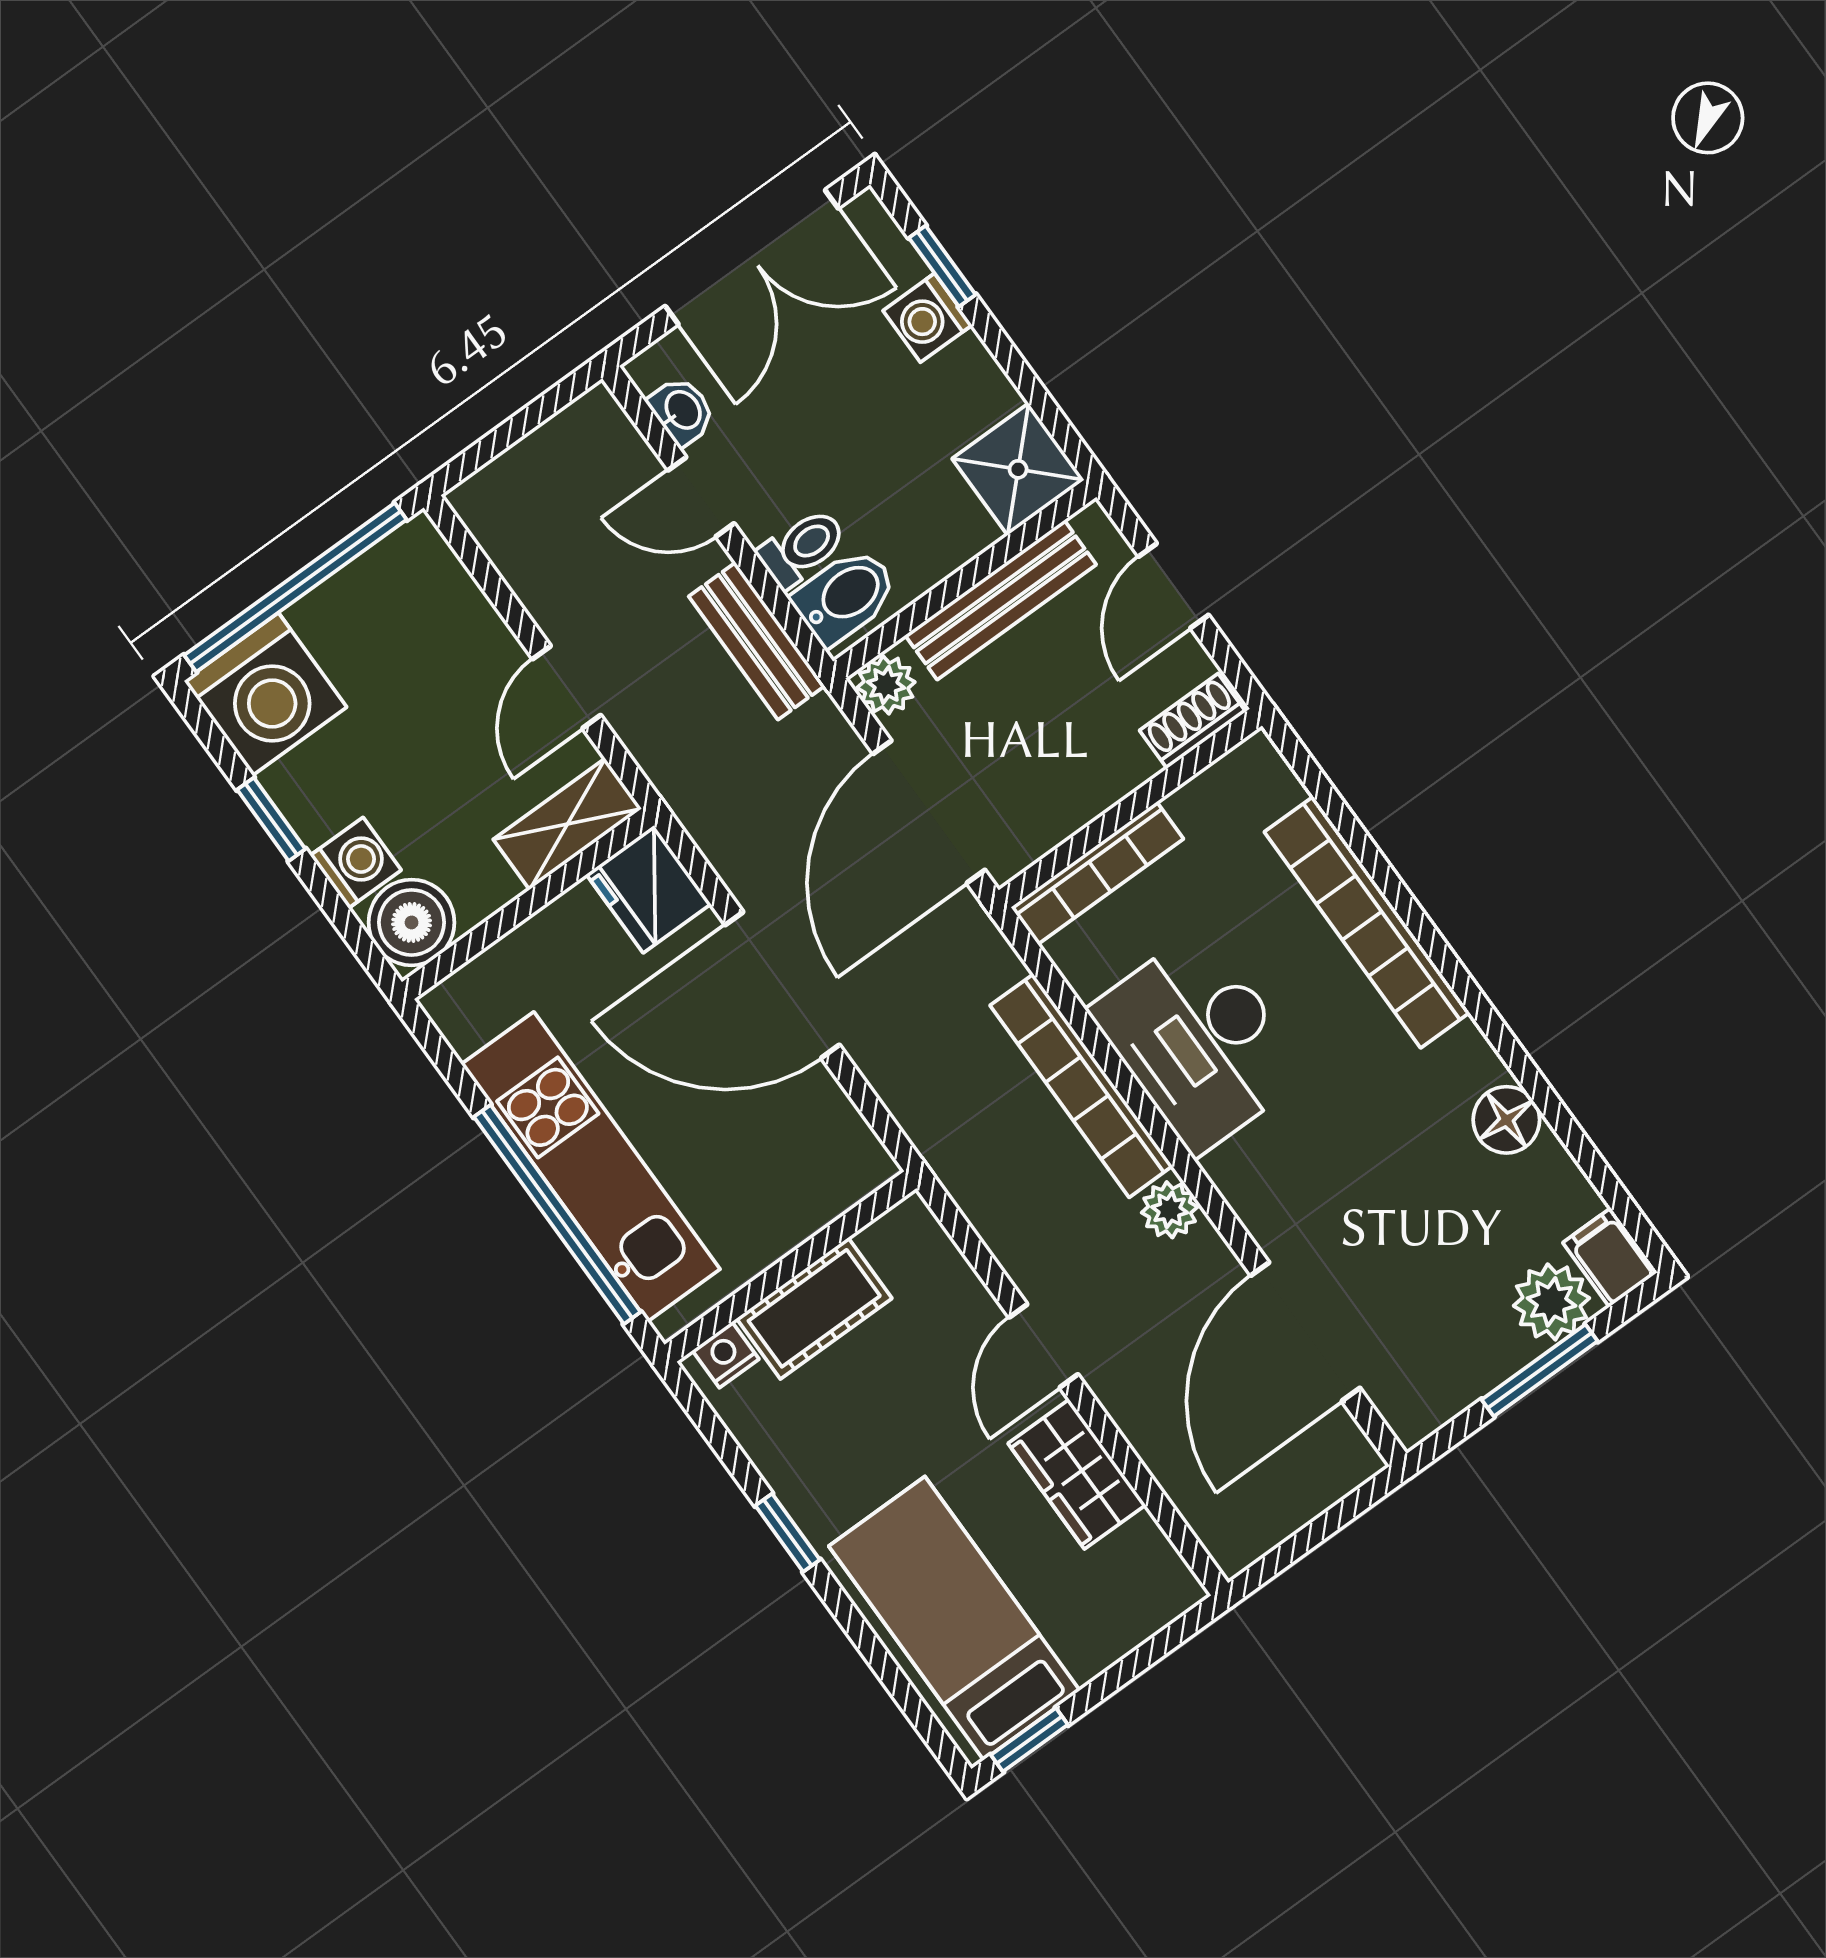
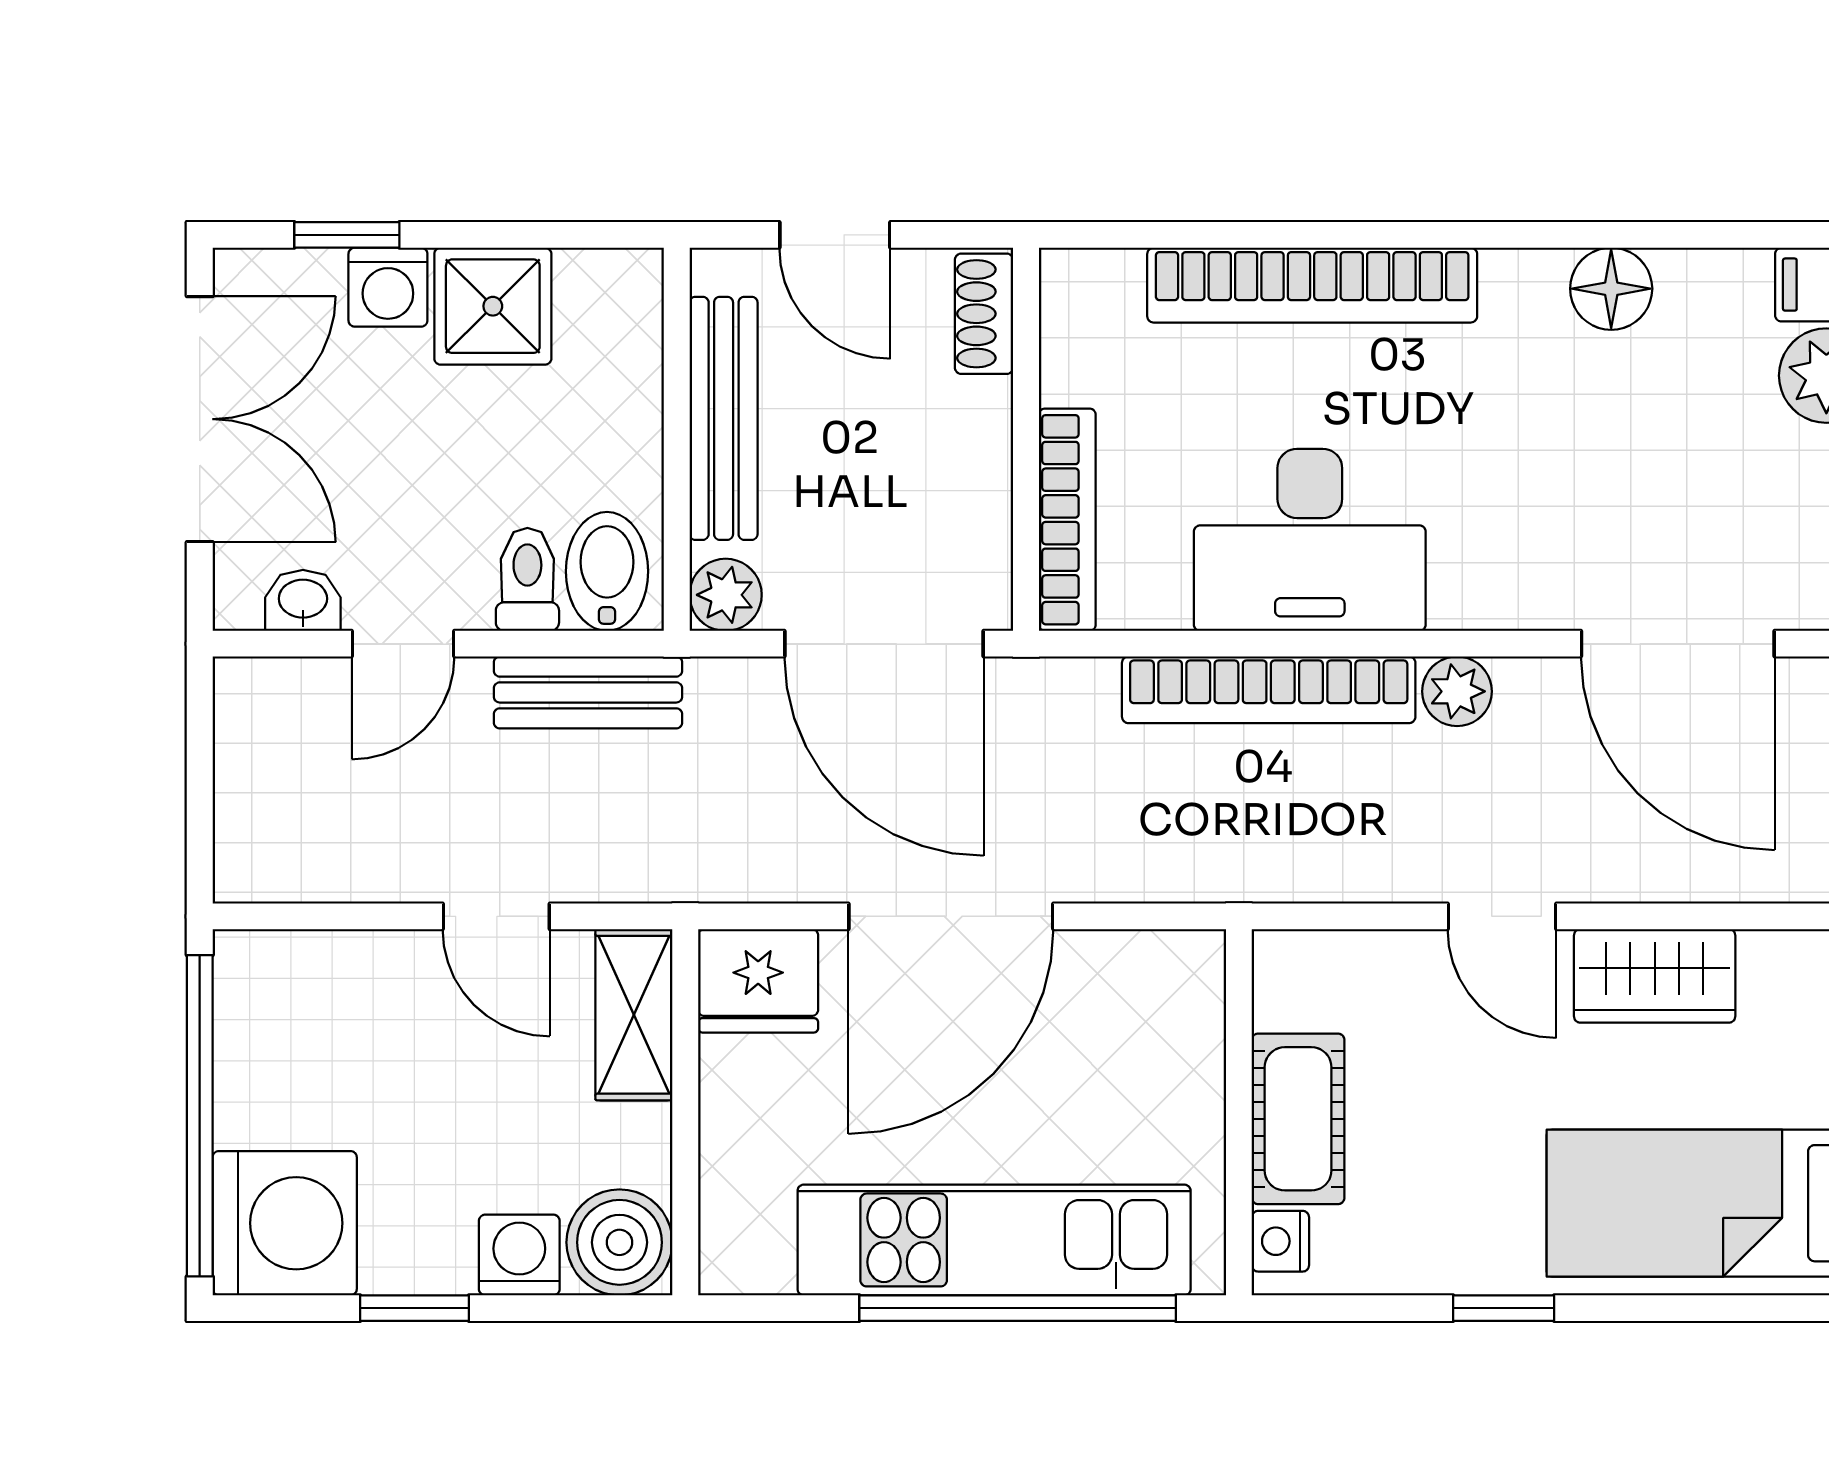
shower: (1018, 469) -> (493, 306), moved

